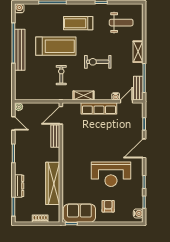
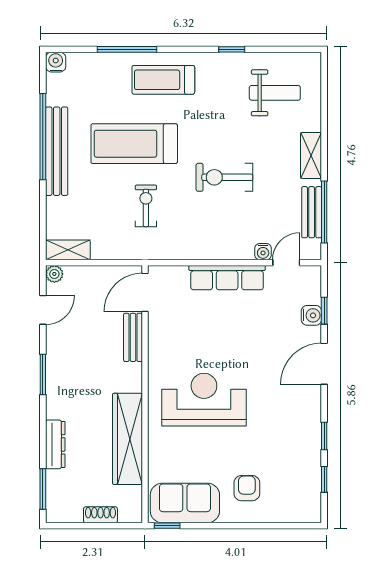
treadmill: (78, 23) -> (163, 80), moved
treadmill: (56, 46) -> (134, 144), turned 180
bench: (138, 88) -> (312, 212), moved
shelving: (84, 95) -> (68, 250), moved
door: (13, 123) -> (43, 310), hinge flipped
reception desk: (111, 174) -> (204, 400), moved, turned 180
water cooler: (138, 213) -> (311, 315), moved

